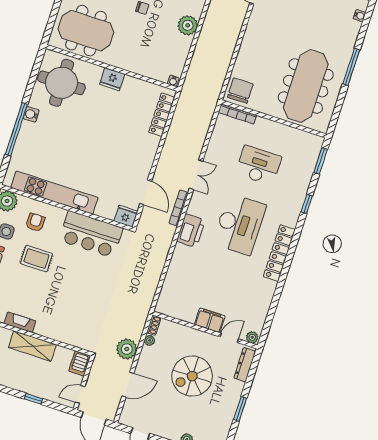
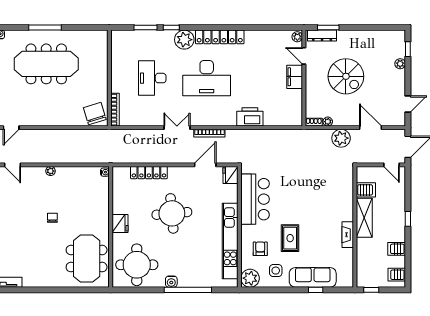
plant: (188, 25) -> (51, 171), width x0.53, depth x0.53
meeting table: (306, 86) -> (46, 64), moved
chair: (240, 91) -> (95, 114), turned 73
locker: (162, 115) -> (149, 173), moved
round table: (105, 139) -> (172, 213), added
window: (321, 161) -> (146, 27), moved
plant: (289, 214) -> (184, 40), added
armchair: (35, 222) -> (260, 249), turned 90
desk: (239, 224) -> (207, 78), turned 180
printer: (191, 231) -> (250, 117), moved
server rack: (80, 363) -> (366, 190), moved
window: (33, 399) -> (408, 219), moved
window: (240, 409) -> (328, 27), moved

